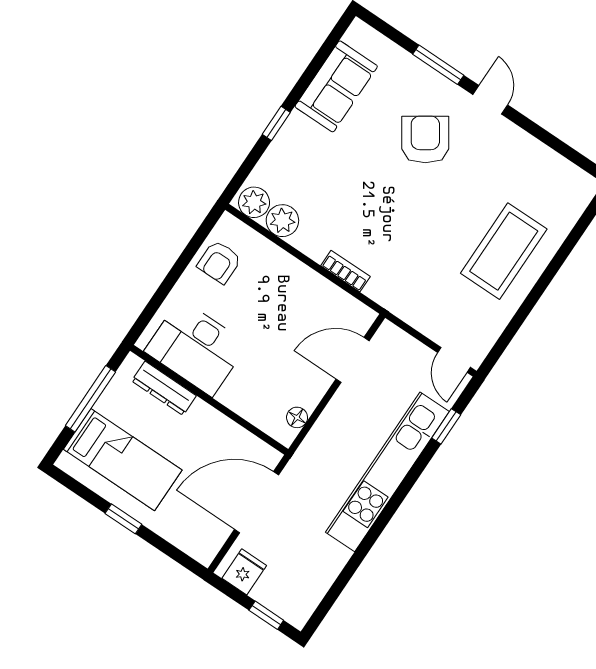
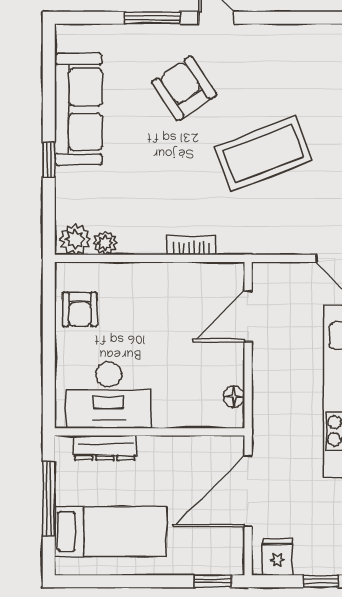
sofa: (336, 86) -> (78, 109), width x1.36
plant: (282, 221) -> (105, 243), width x0.73, depth x0.73
coffee table: (504, 251) -> (263, 154), moved, turned 69
window: (123, 519) -> (213, 581), moved

